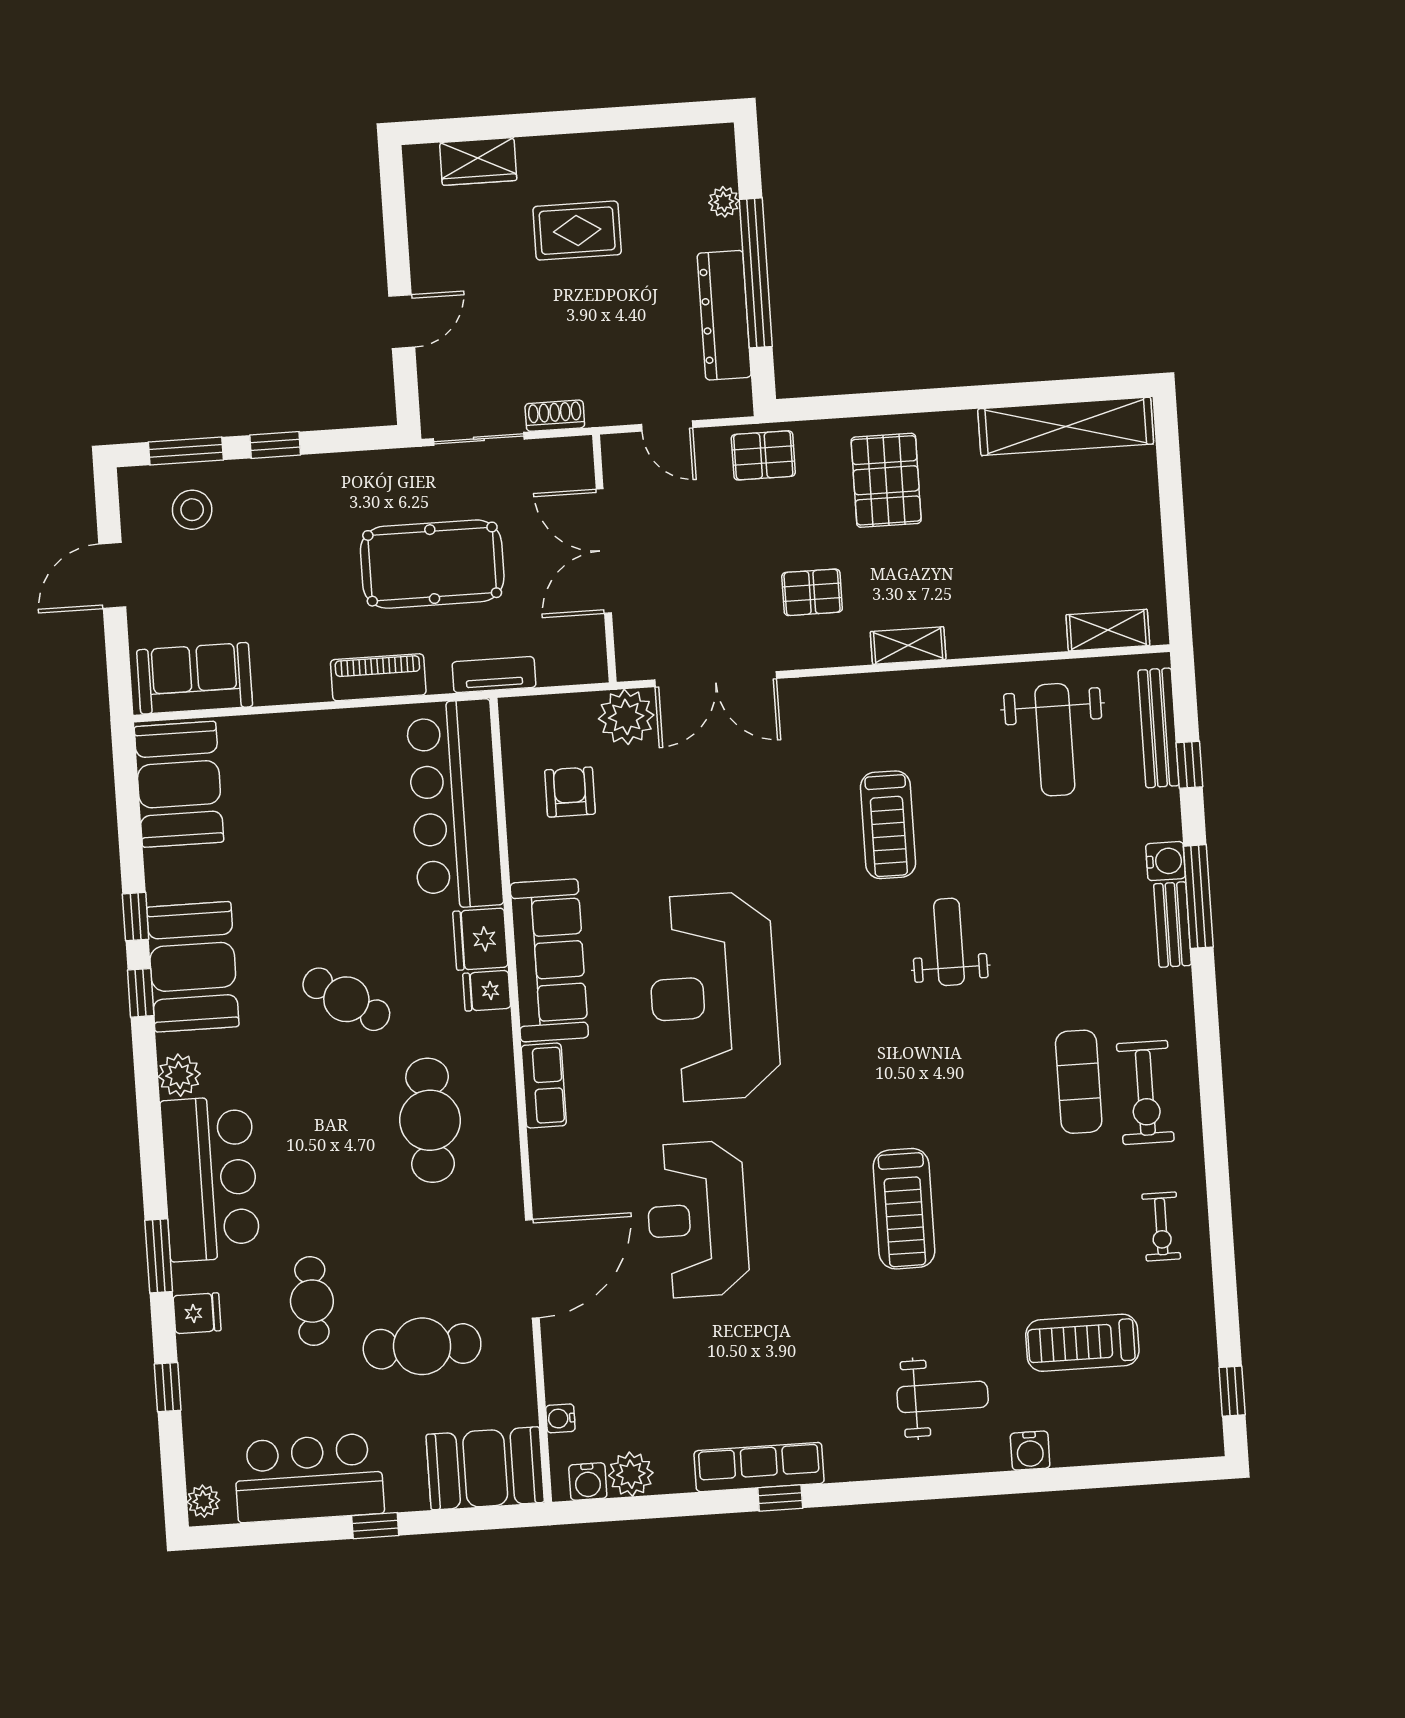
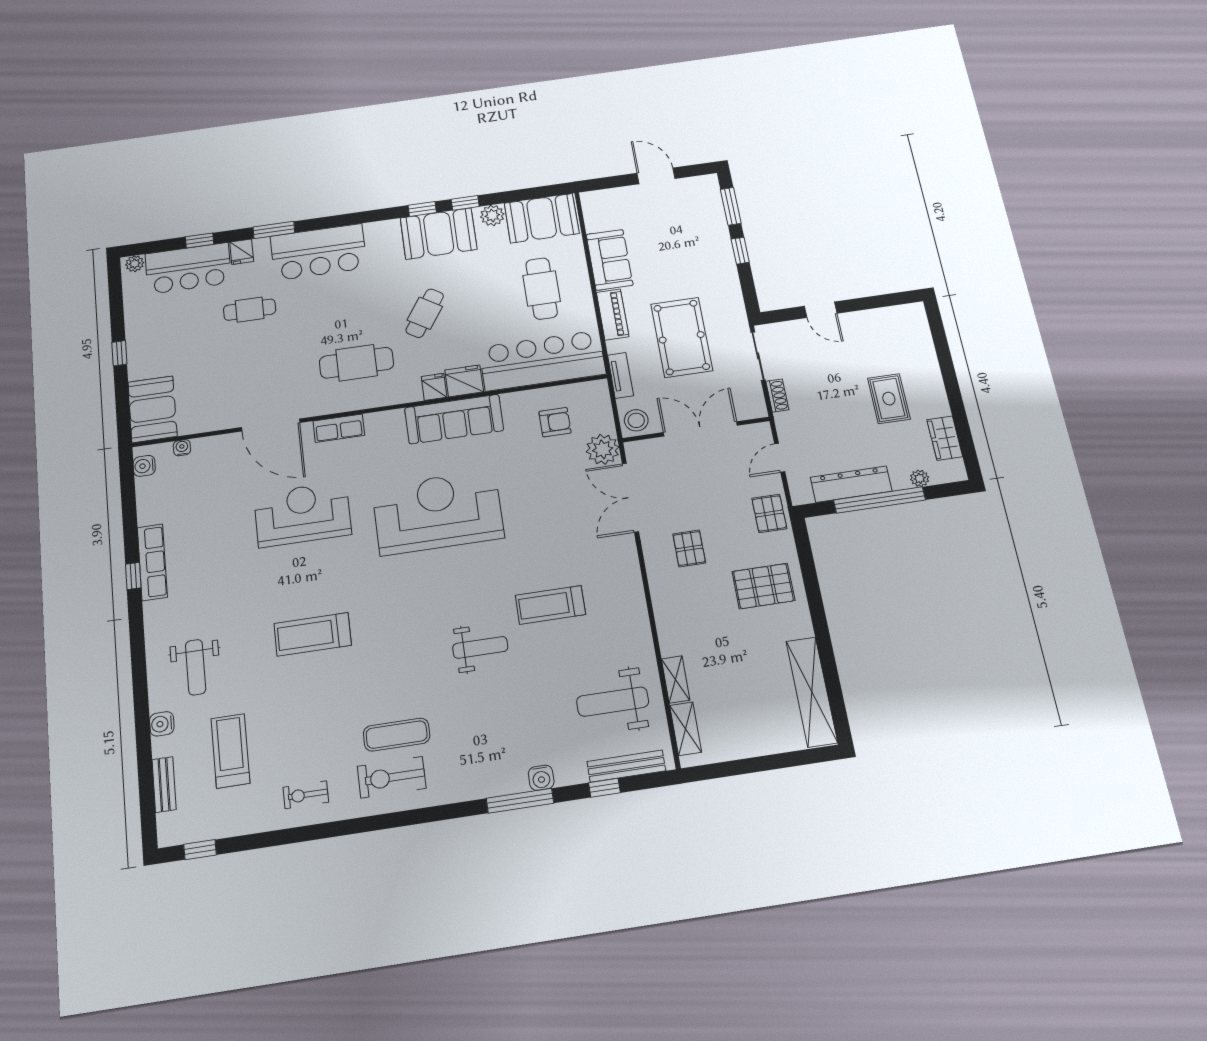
wardrobe: (478, 161) -> (945, 438), moved
stool: (192, 510) -> (636, 420), moved
shelving: (908, 646) -> (676, 679), moved
sofa: (195, 678) -> (610, 260), moved
bench: (1173, 925) -> (164, 784), moved, turned 90
plant: (179, 1075) -> (492, 215), moved
row of seats: (544, 1086) -> (339, 428), moved
cafe table: (422, 1346) -> (542, 288), moved
plant: (631, 1474) -> (148, 489), removed
bar counter: (309, 1478) -> (188, 268), moved, turned 90

